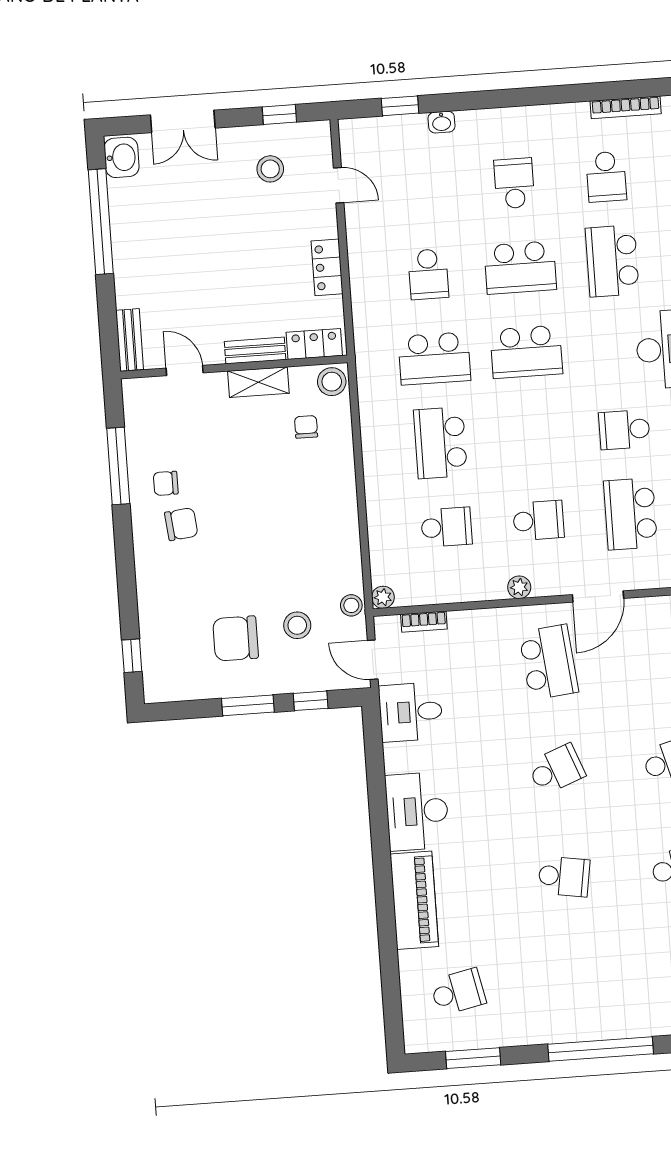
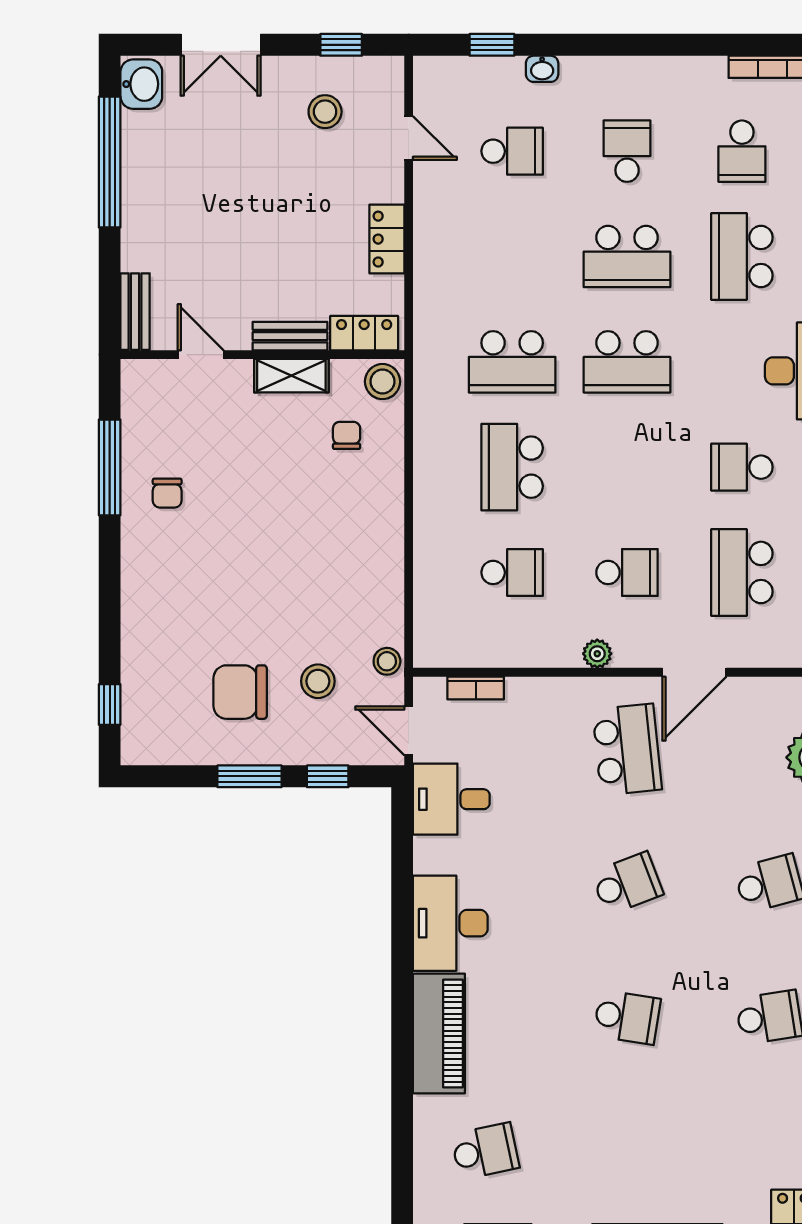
school desk: (428, 274) -> (512, 151), moved, turned -90
chair: (166, 483) -> (167, 493), turned -90
chair: (181, 524) -> (183, 545), removed
plant: (383, 597) -> (427, 654), removed

